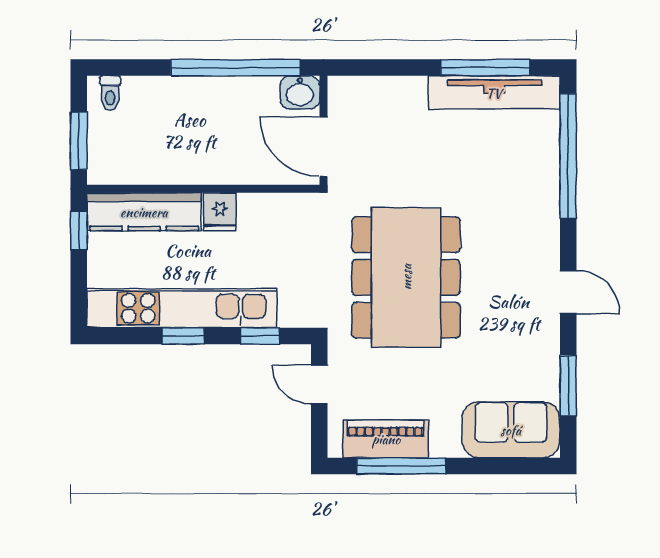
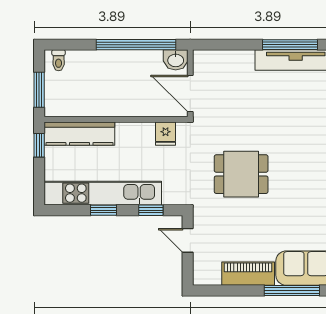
fridge: (220, 212) -> (166, 134), moved
dining table: (406, 277) -> (241, 174), width x0.53, depth x0.80
piano: (386, 439) -> (248, 274), moved
window: (401, 466) -> (292, 290), moved

